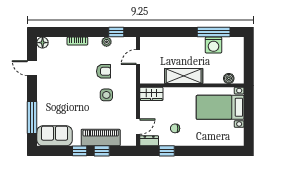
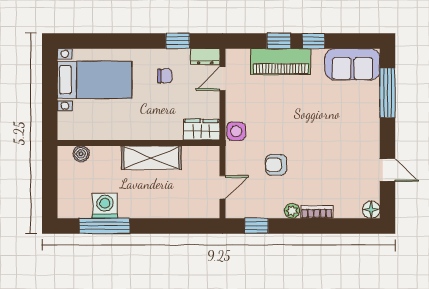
plant: (107, 42) -> (292, 211), moved
side table: (106, 95) -> (236, 131), moved
bed with nightstands: (220, 107) -> (95, 80), moved

